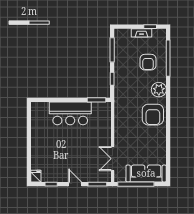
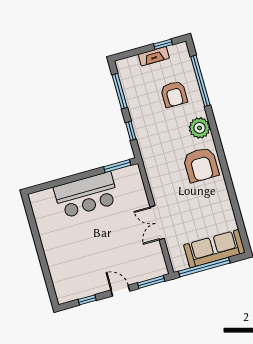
double door: (113, 159) -> (157, 223), moved
fridge: (36, 176) -> (63, 295), removed

